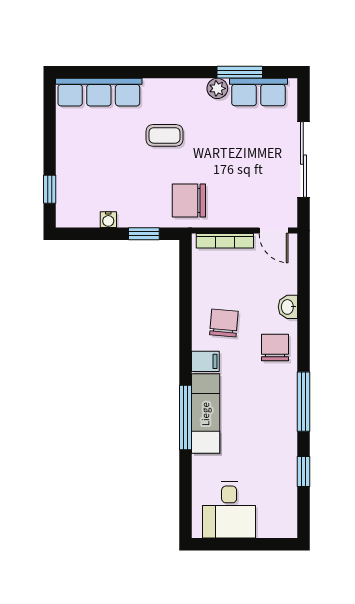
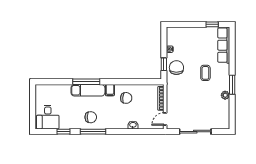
window: (240, 72) -> (232, 85), moved
row of seats: (258, 92) -> (224, 113), removed
window: (50, 189) -> (212, 24), moved
chair: (189, 200) -> (176, 68), moved
chair: (275, 347) -> (91, 117), moved
desk: (229, 510) -> (48, 117), moved, turned -90

